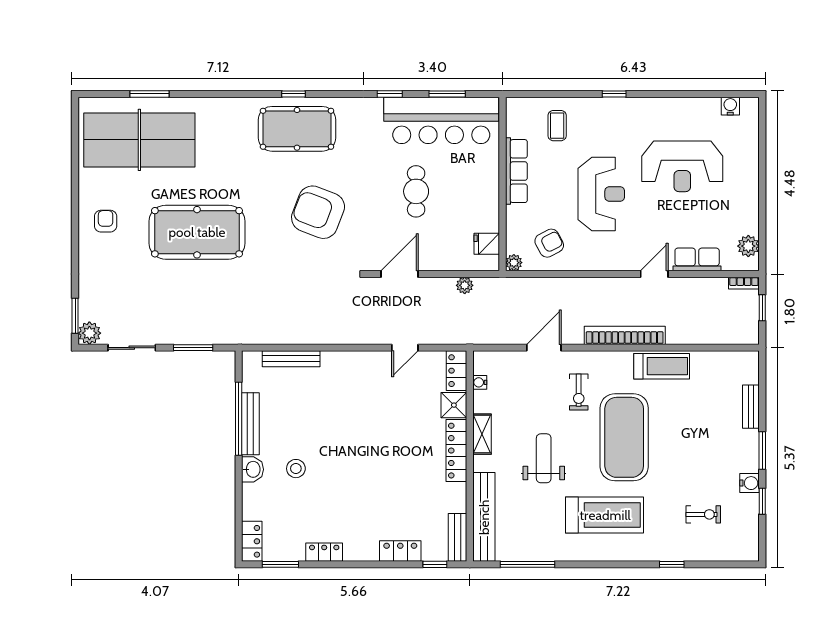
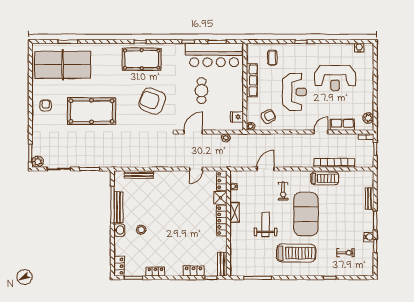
bookcase: (625, 335) -> (334, 163), moved
bench: (484, 517) -> (236, 254), removed

